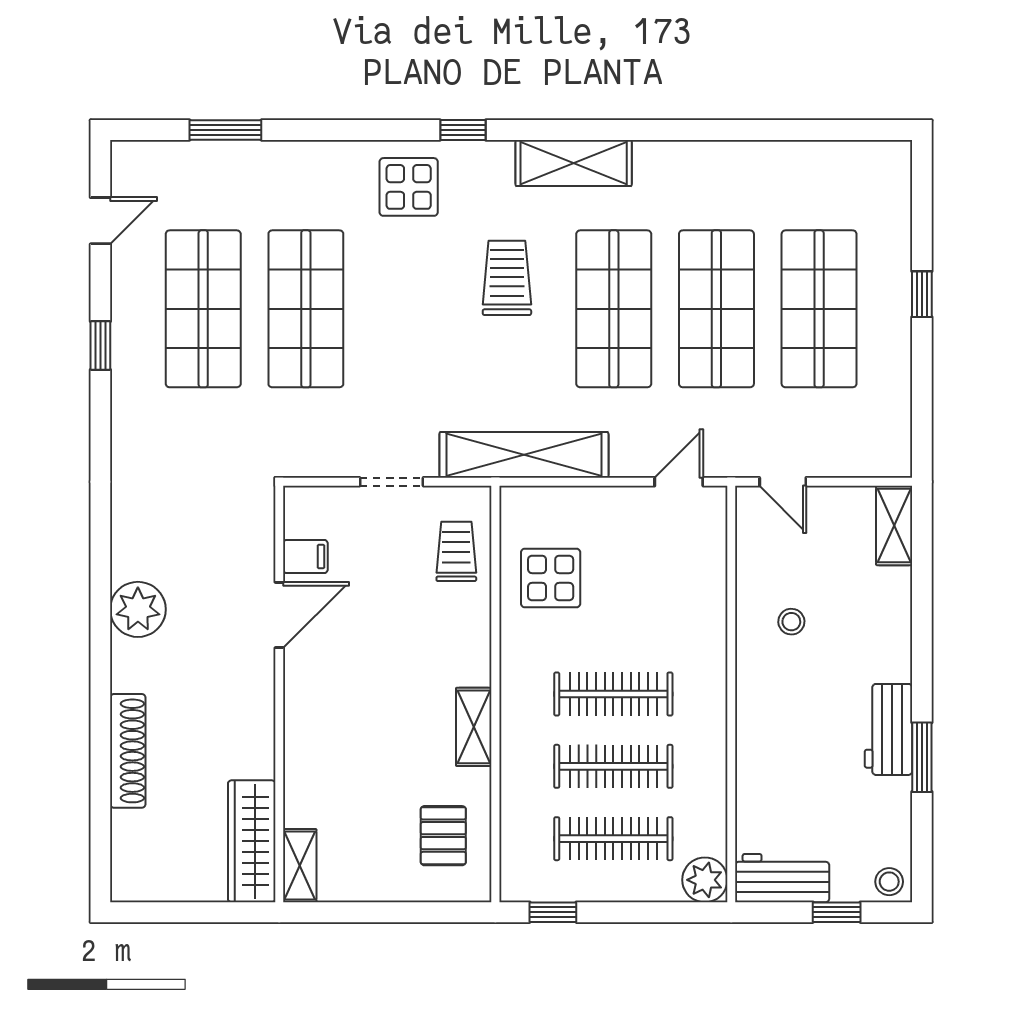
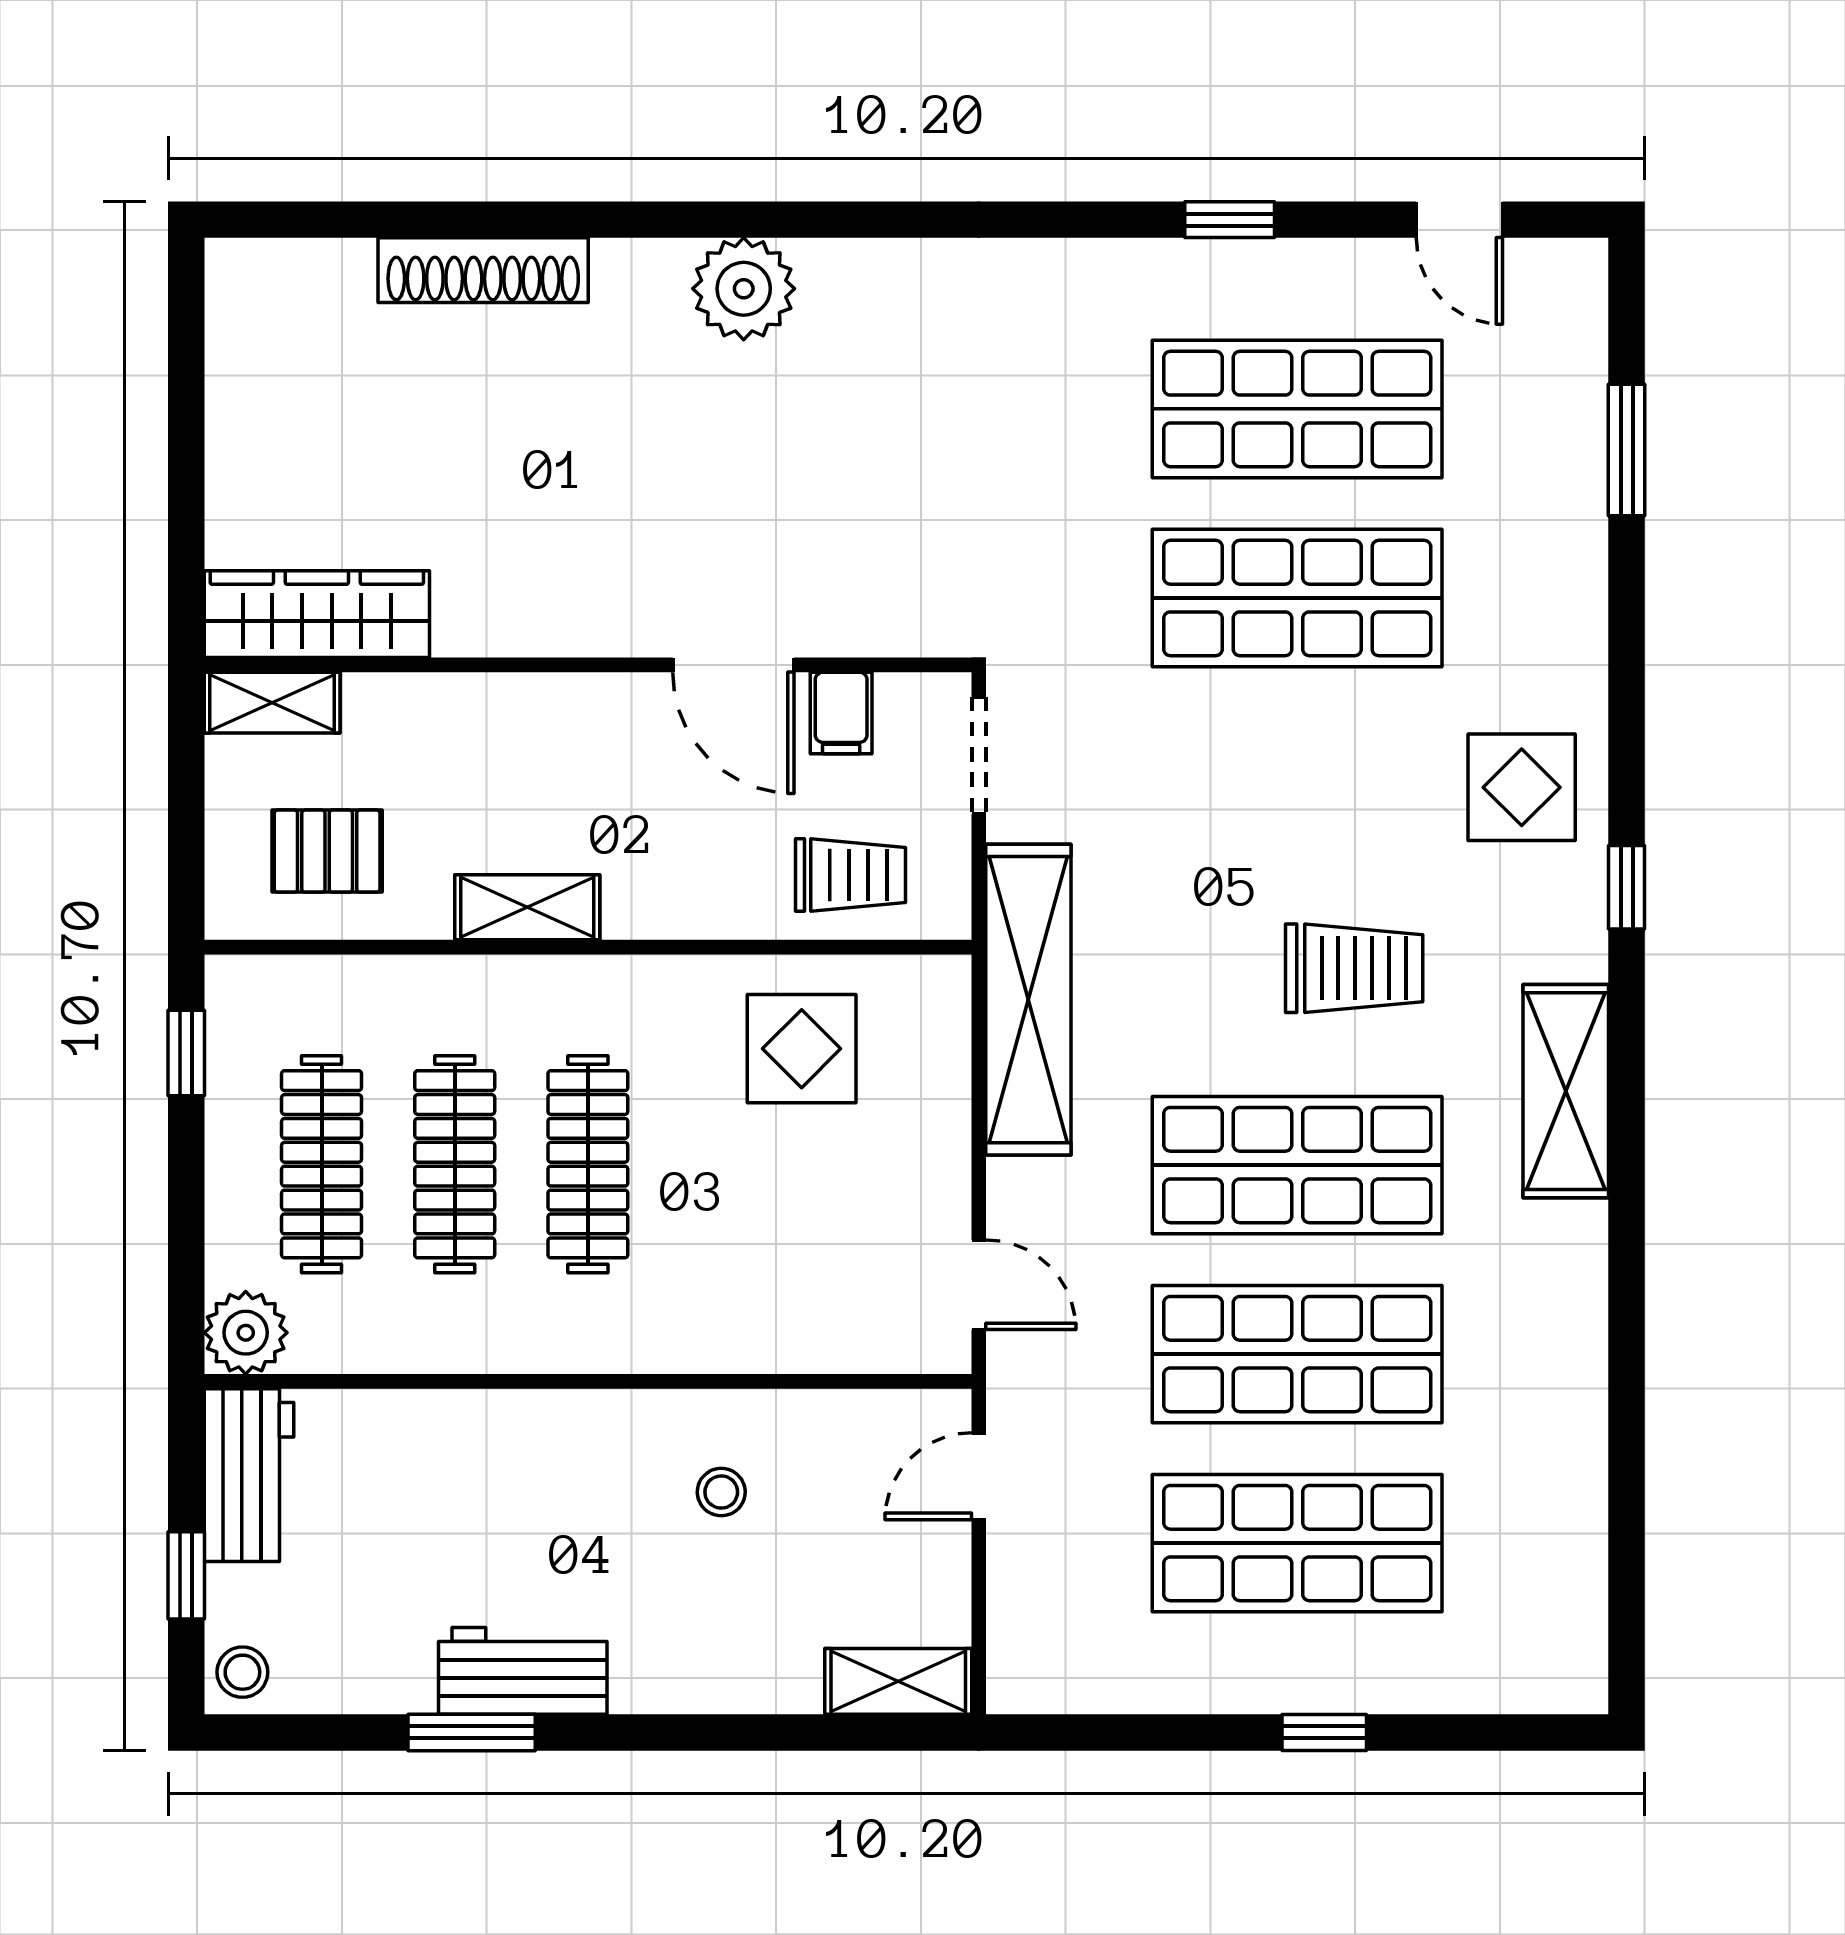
filing cabinet: (305, 557) -> (841, 713), moved
door: (279, 615) -> (733, 665), moved
wall: (279, 694) -> (588, 665), moved
wardrobe: (252, 841) -> (317, 614), moved
shelving: (300, 866) -> (272, 703), moved

